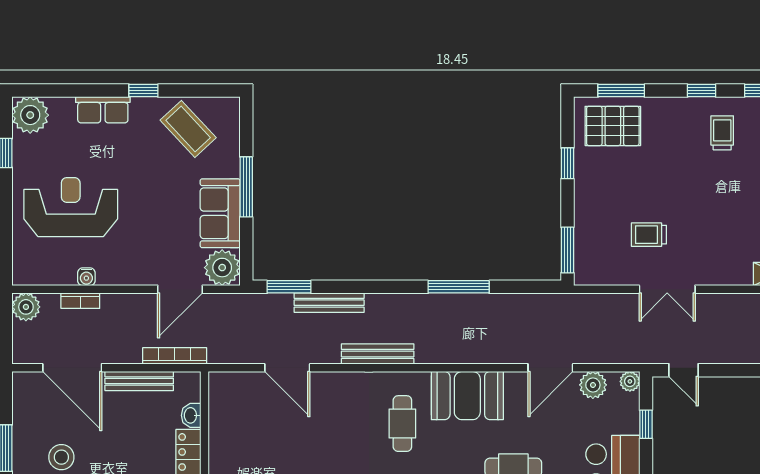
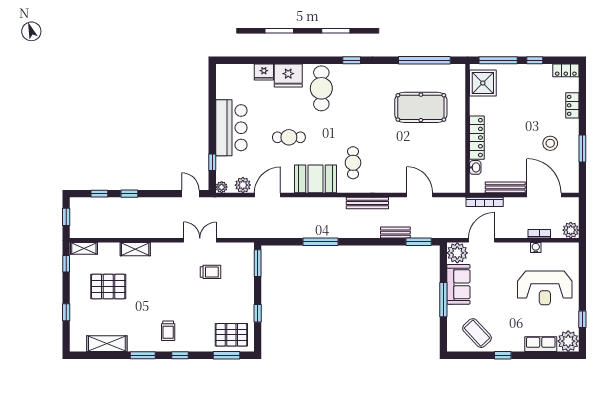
row of seats: (103, 110) -> (541, 344), moved
bench: (329, 303) -> (395, 233), width x0.73

